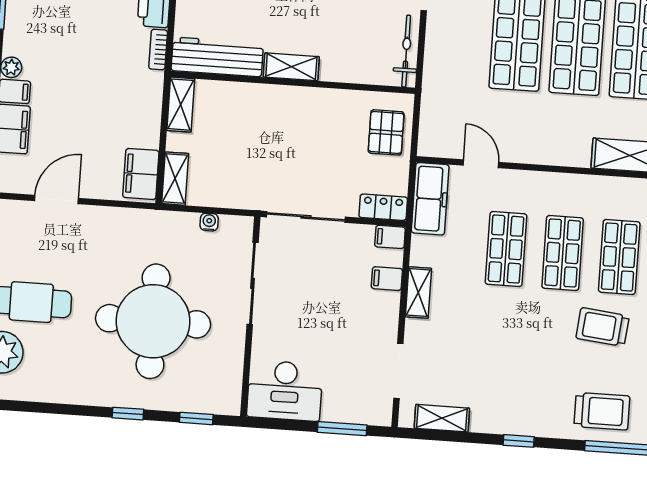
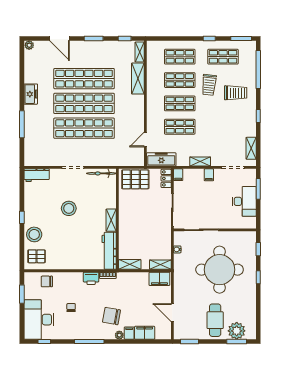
chair: (59, 51) -> (111, 316), added
pallet: (386, 132) -> (135, 179), width x1.50, depth x1.42
filing cabinet: (387, 279) -> (209, 175), moved
desk: (285, 391) -> (244, 201), moved
trolley: (602, 411) -> (236, 93), moved, turned 90

